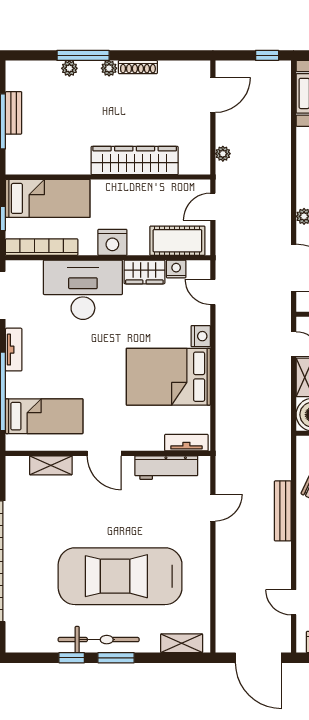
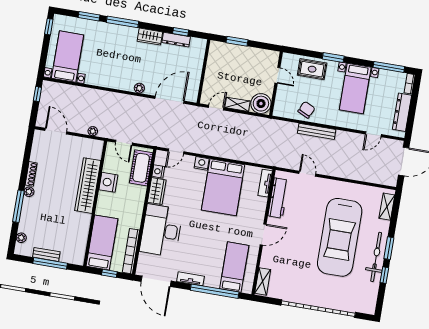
plant: (69, 68) -> (21, 238), moved
nightstand: (112, 242) -> (108, 182), moved, turned 180
shelving: (51, 465) -> (263, 281), moved

